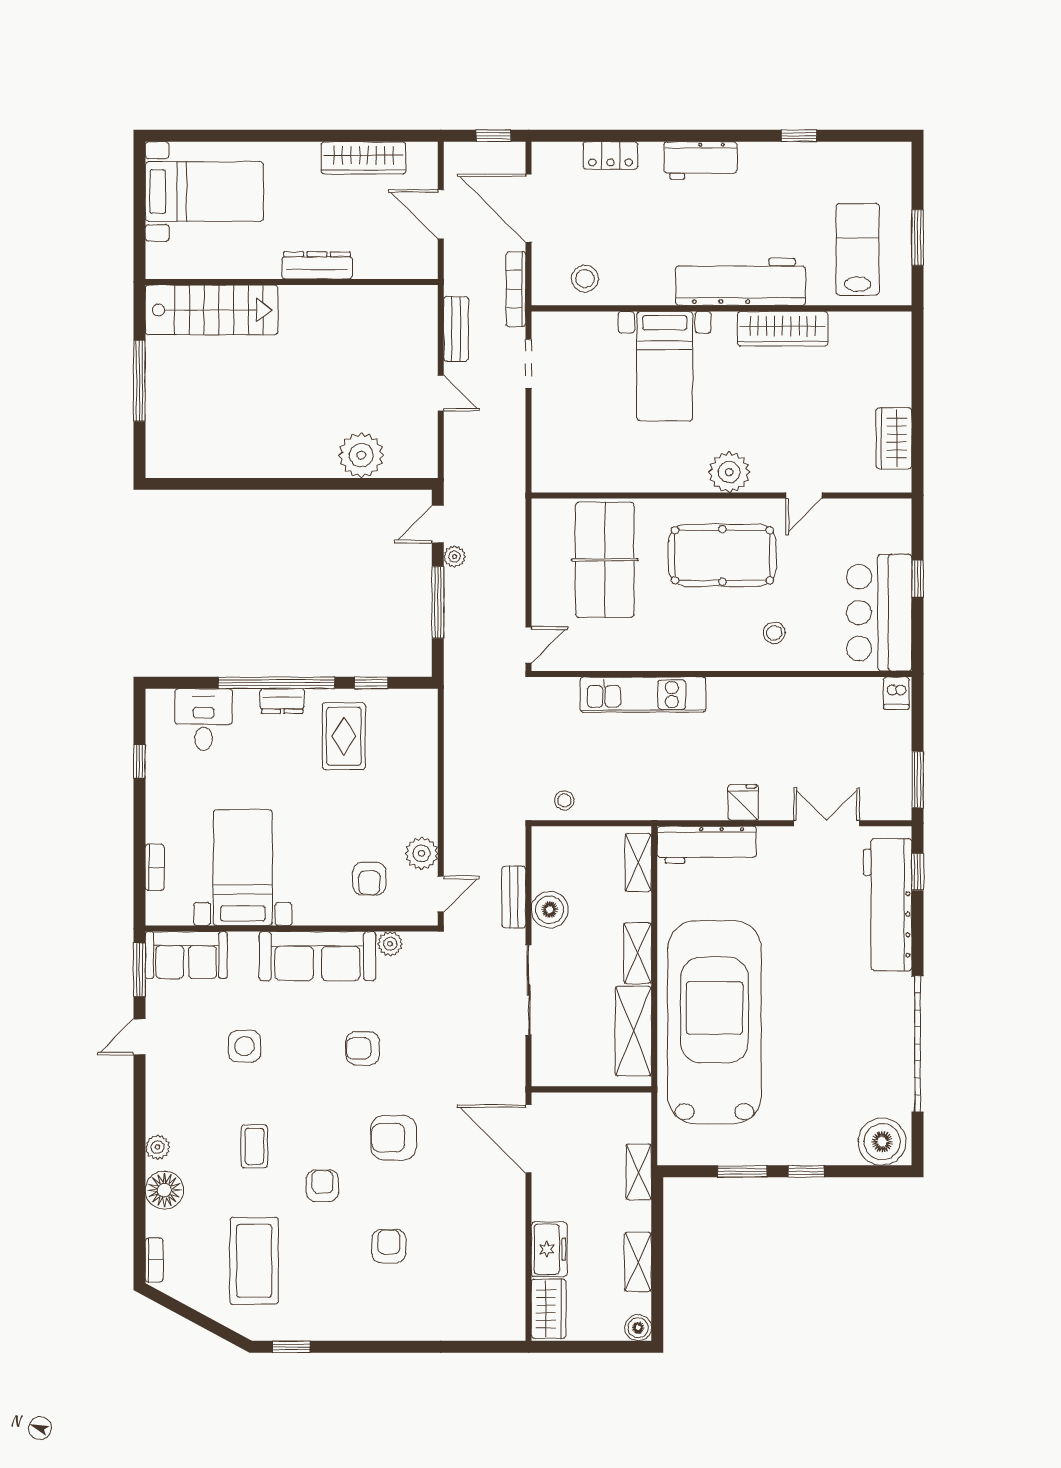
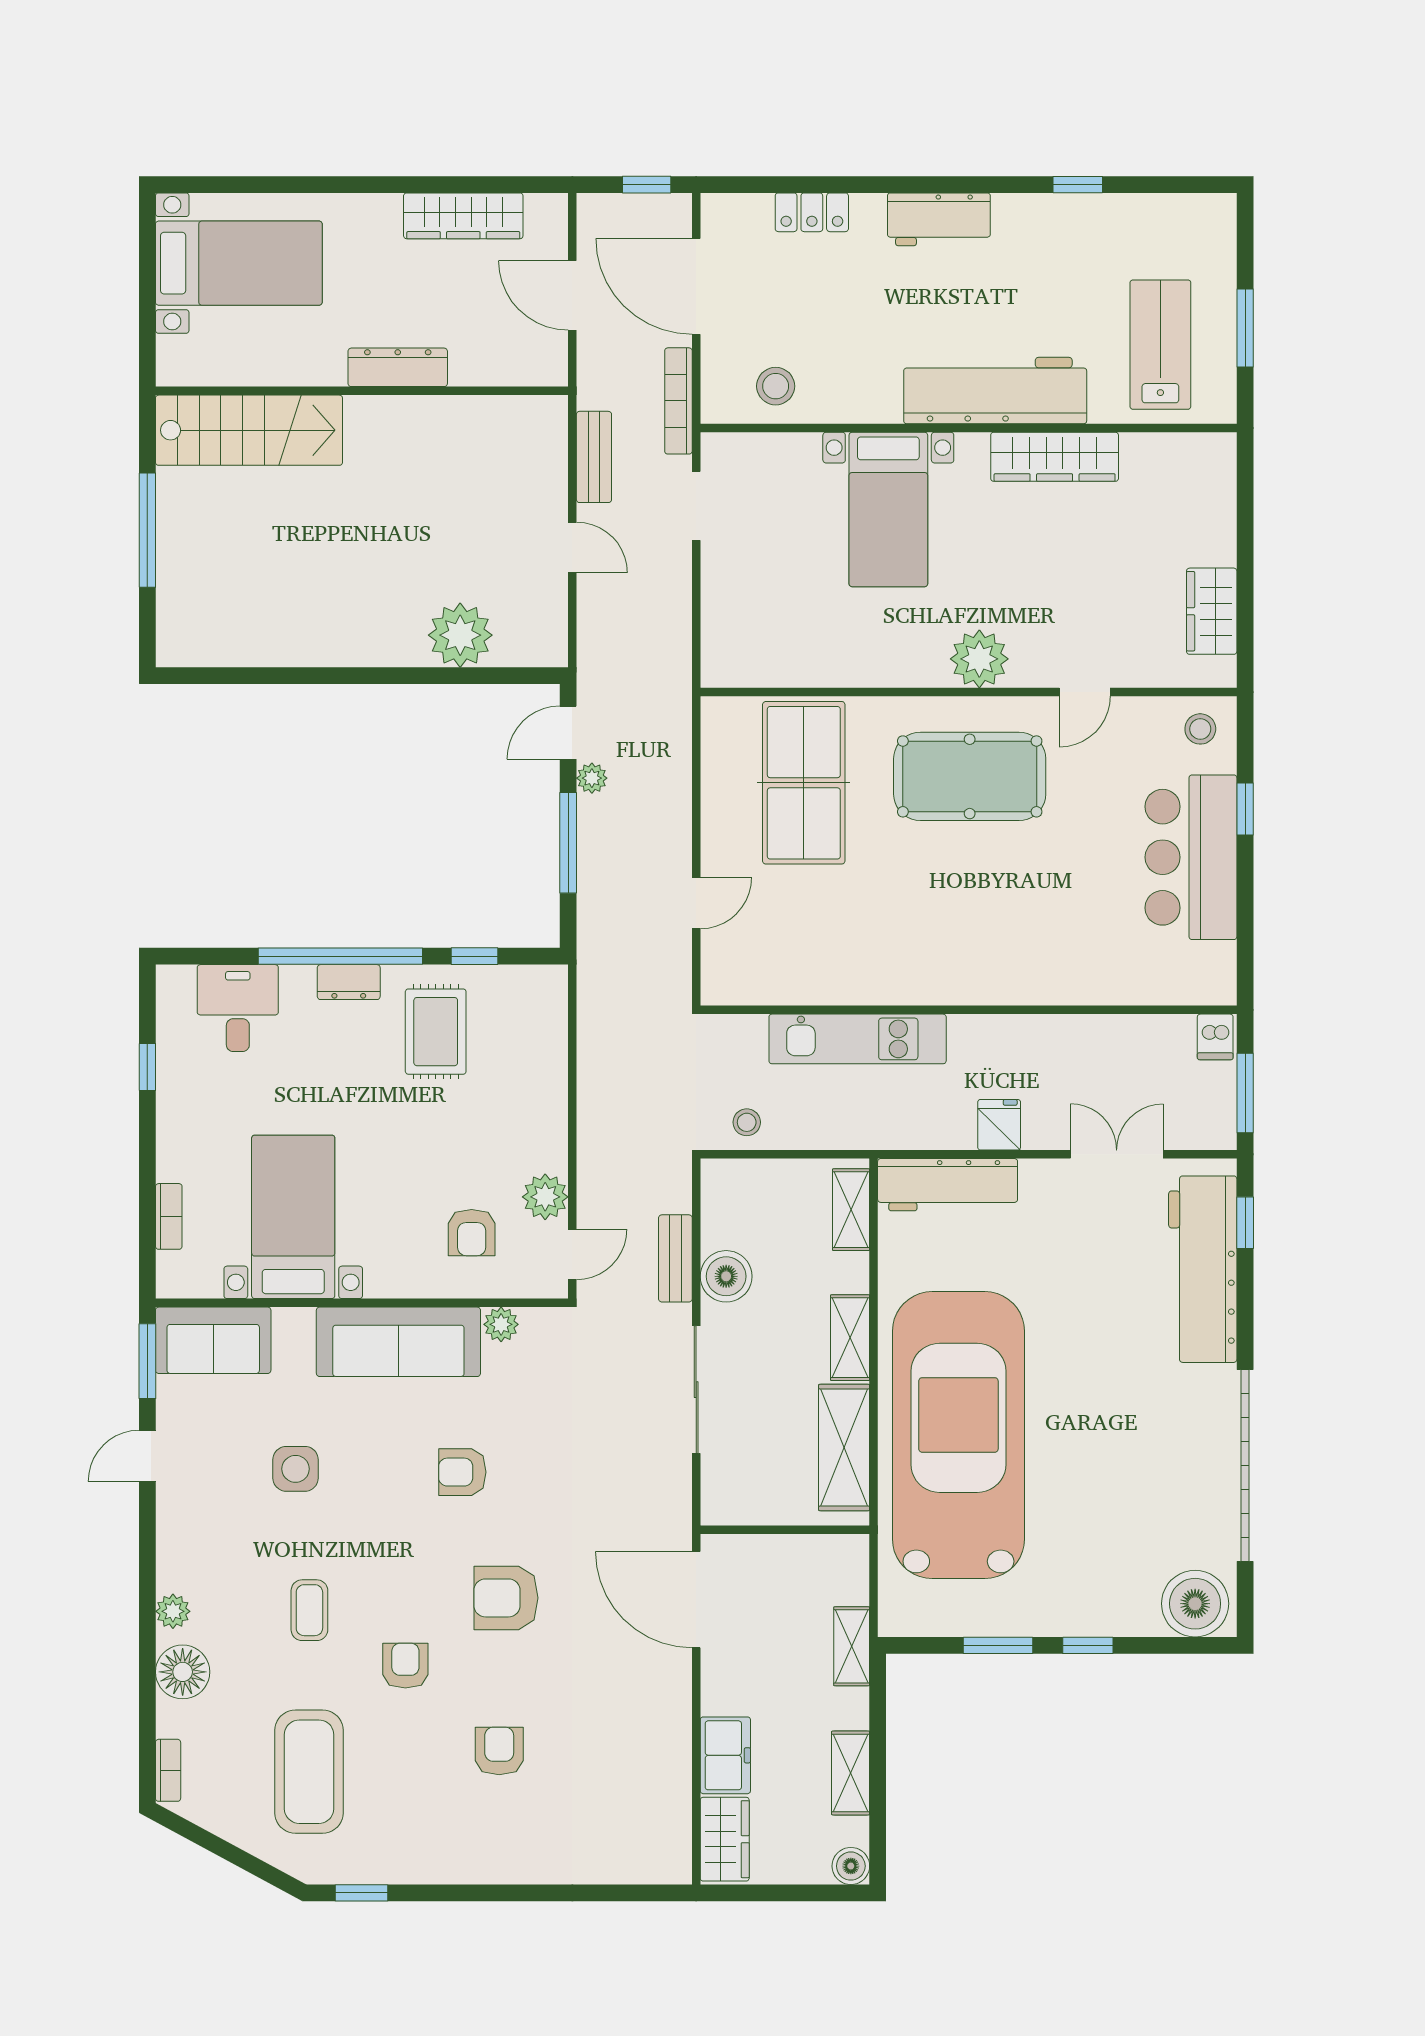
stool: (774, 633) -> (1200, 729), moved
wall: (722, 674) -> (969, 1010), moved
dishwasher: (896, 693) -> (1215, 1037), moved
kitchen unit: (643, 695) -> (858, 1039), moved

